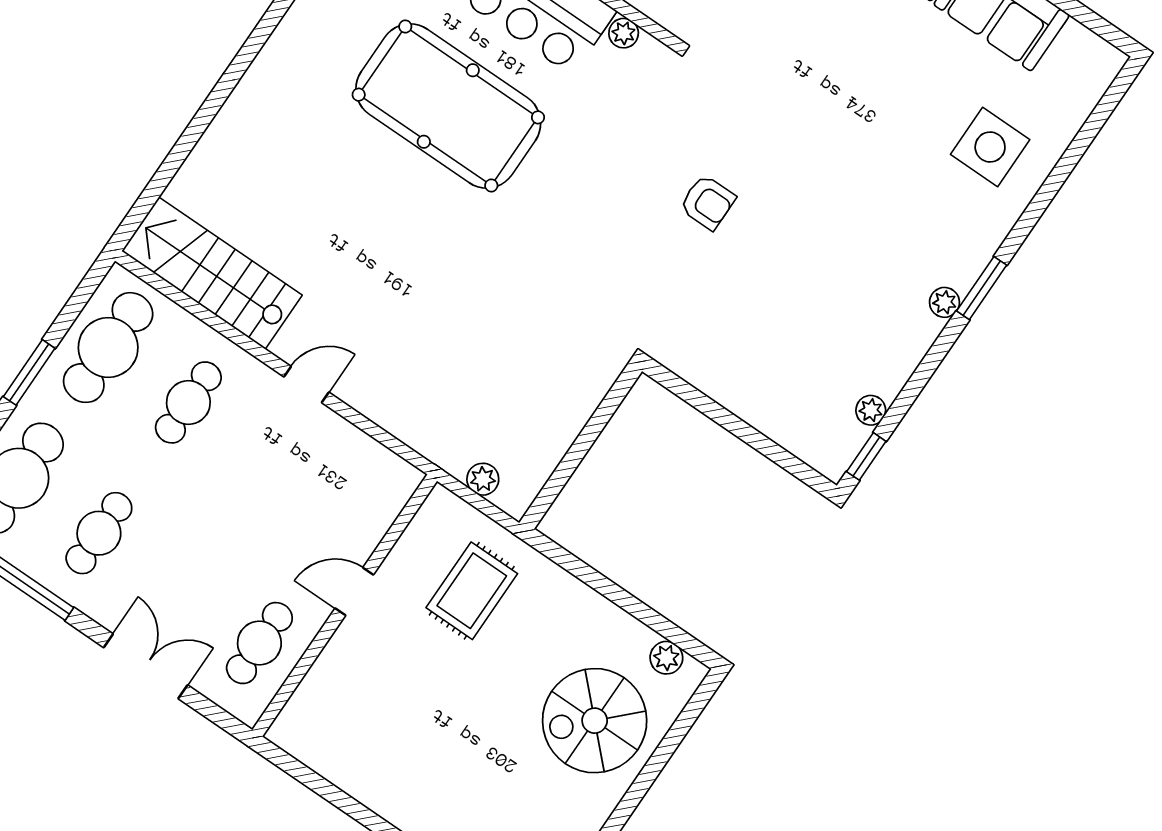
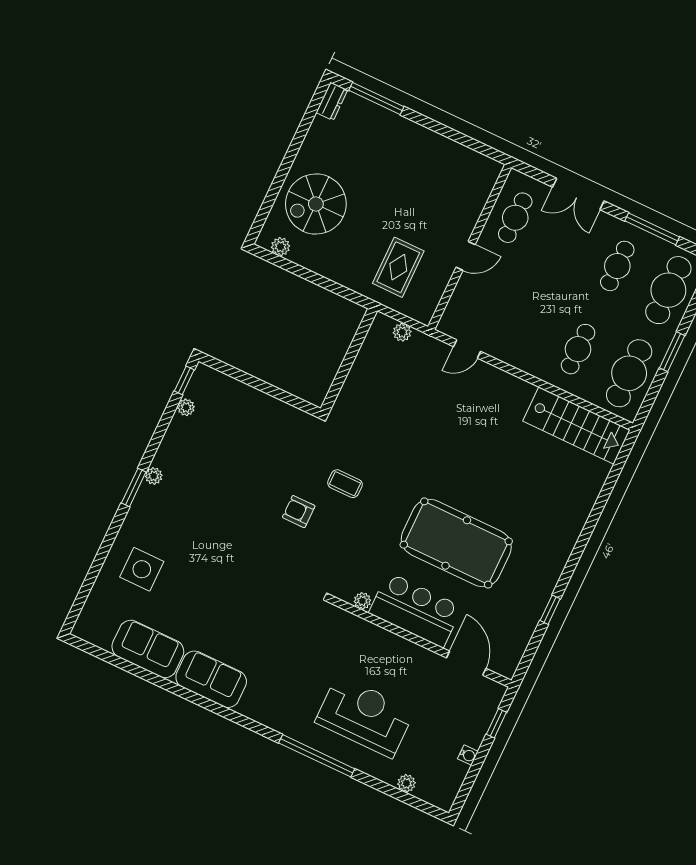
coffee table: (621, 237) -> (345, 484), added
door: (306, 385) -> (467, 349), moved
spiral stairs: (595, 721) -> (316, 204), turned 180

